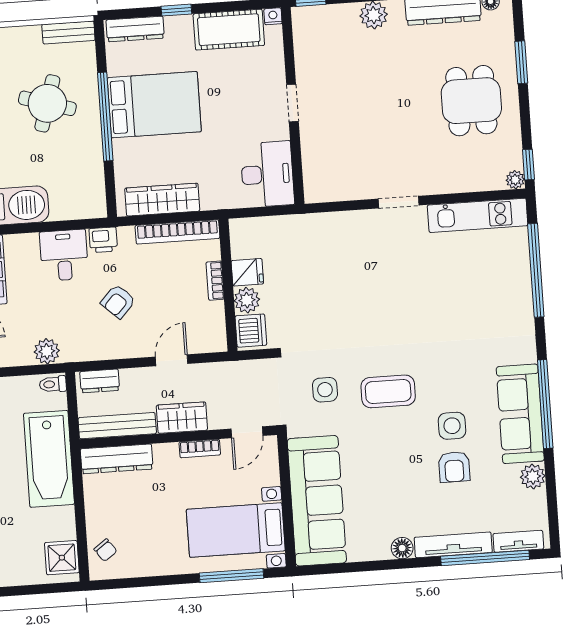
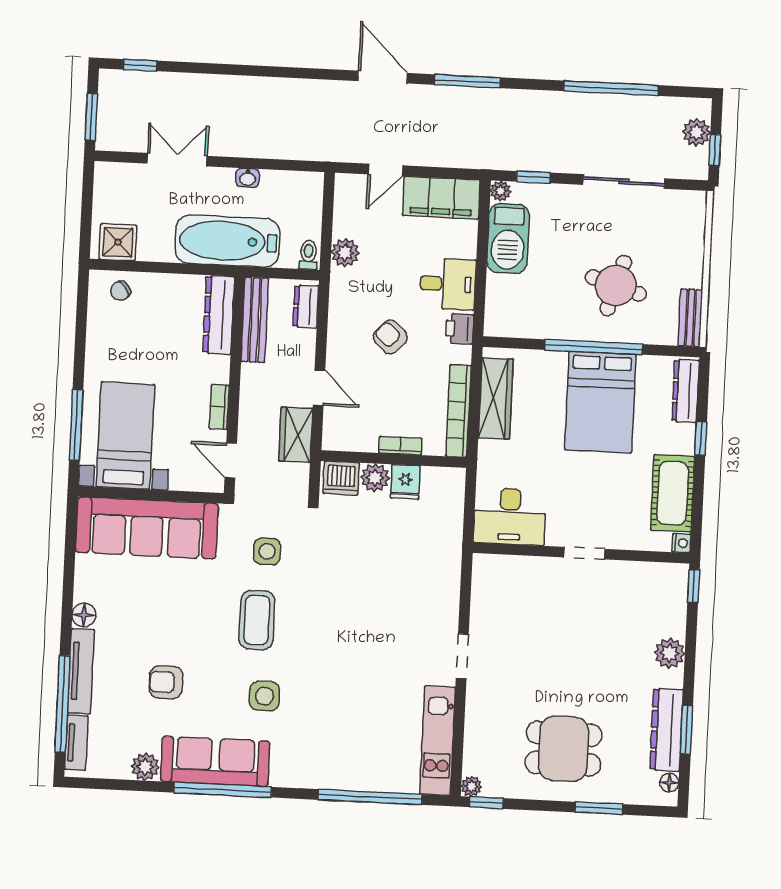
wardrobe: (182, 418) -> (296, 435), moved, turned 180
side table: (452, 426) -> (264, 696), moved

